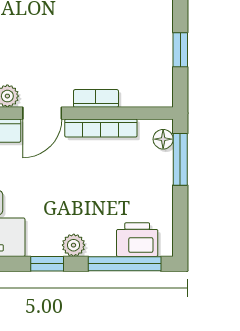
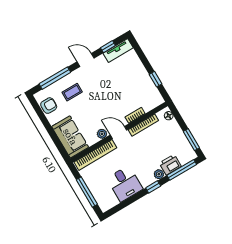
door: (42, 113) -> (118, 132), swing flipped
window: (180, 159) -> (191, 140), moved
printer: (137, 240) -> (170, 165), moved

